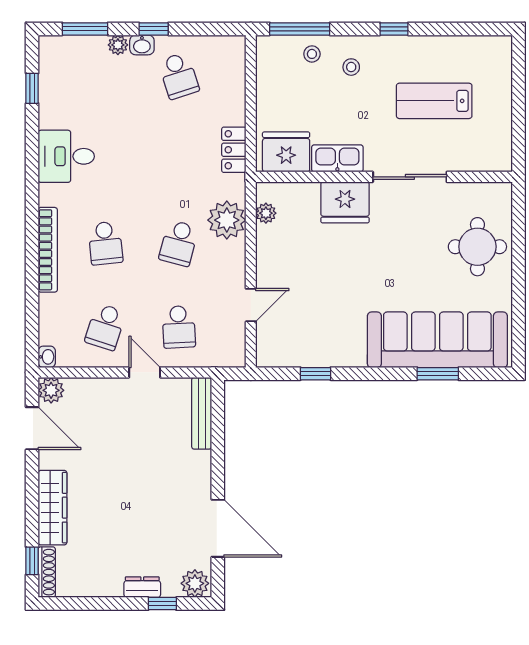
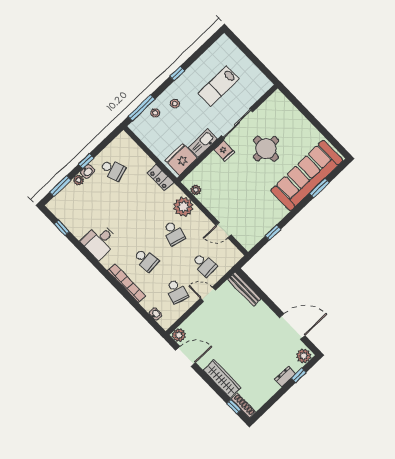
fridge: (345, 202) -> (224, 151), width x0.53, depth x0.75
round table: (477, 247) -> (266, 149), moved
door: (251, 305) -> (224, 230), swing flipped
washbasin: (47, 357) -> (155, 314), moved

